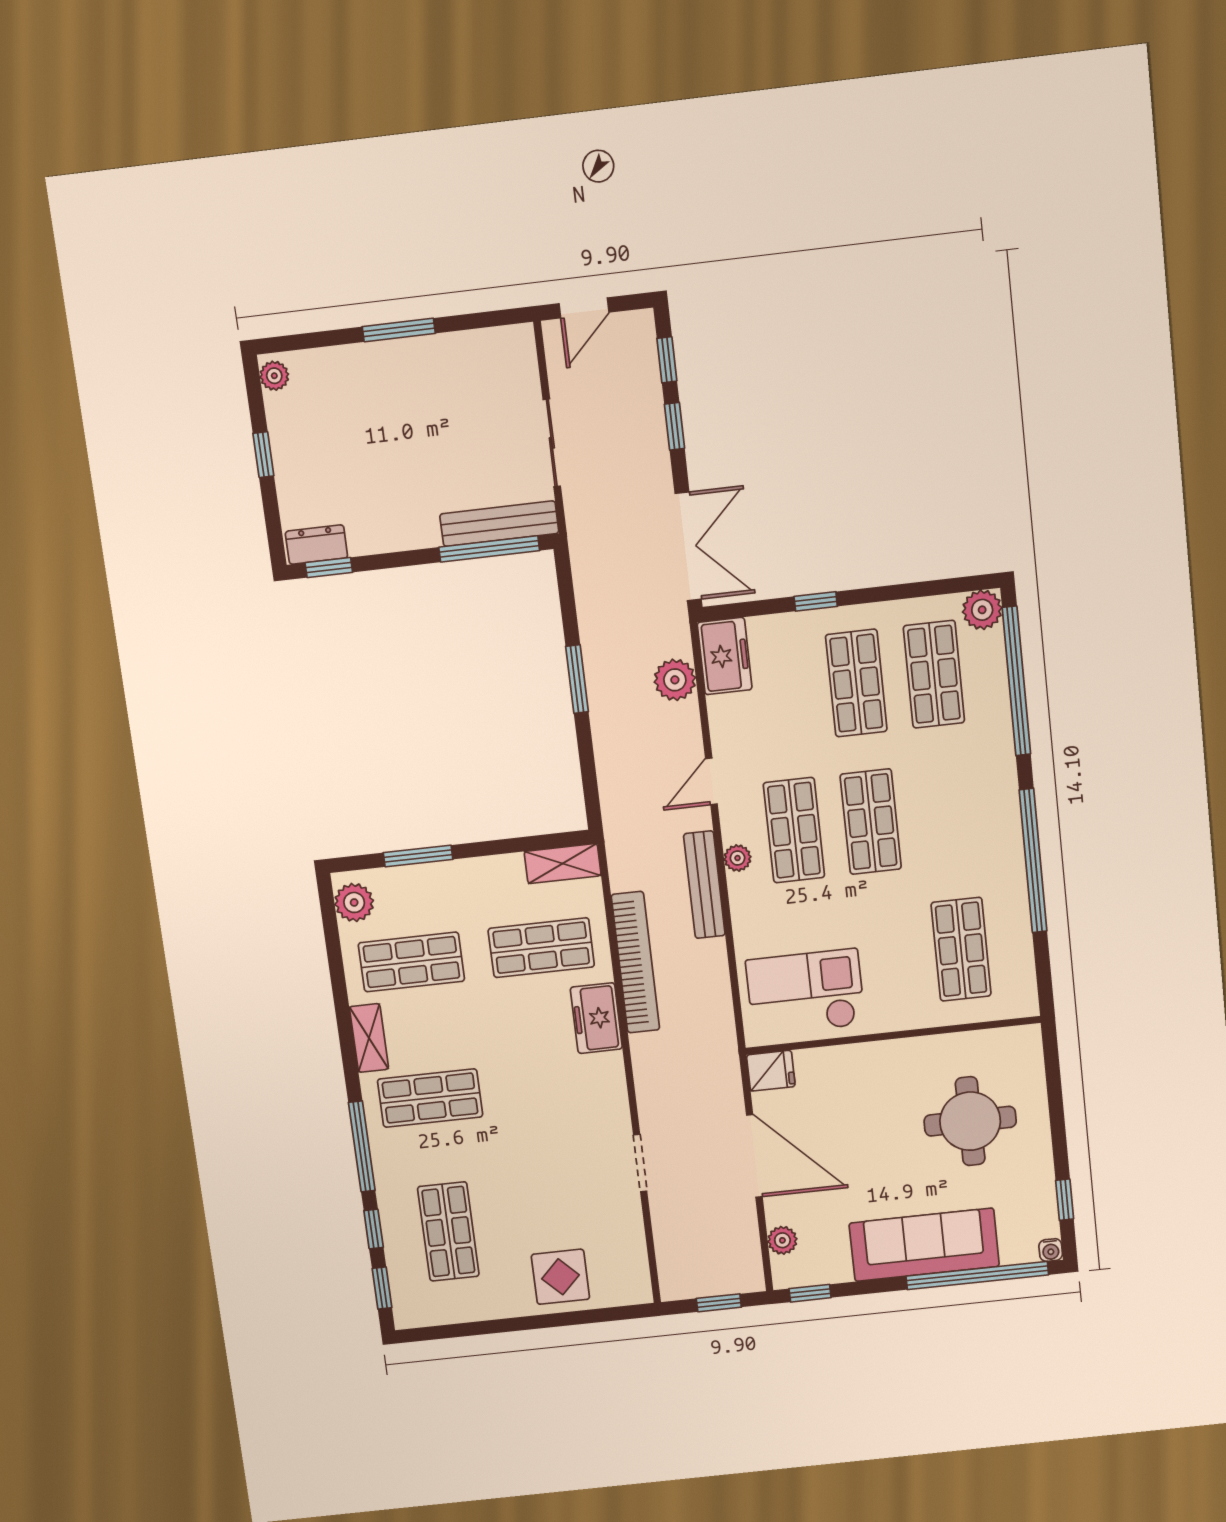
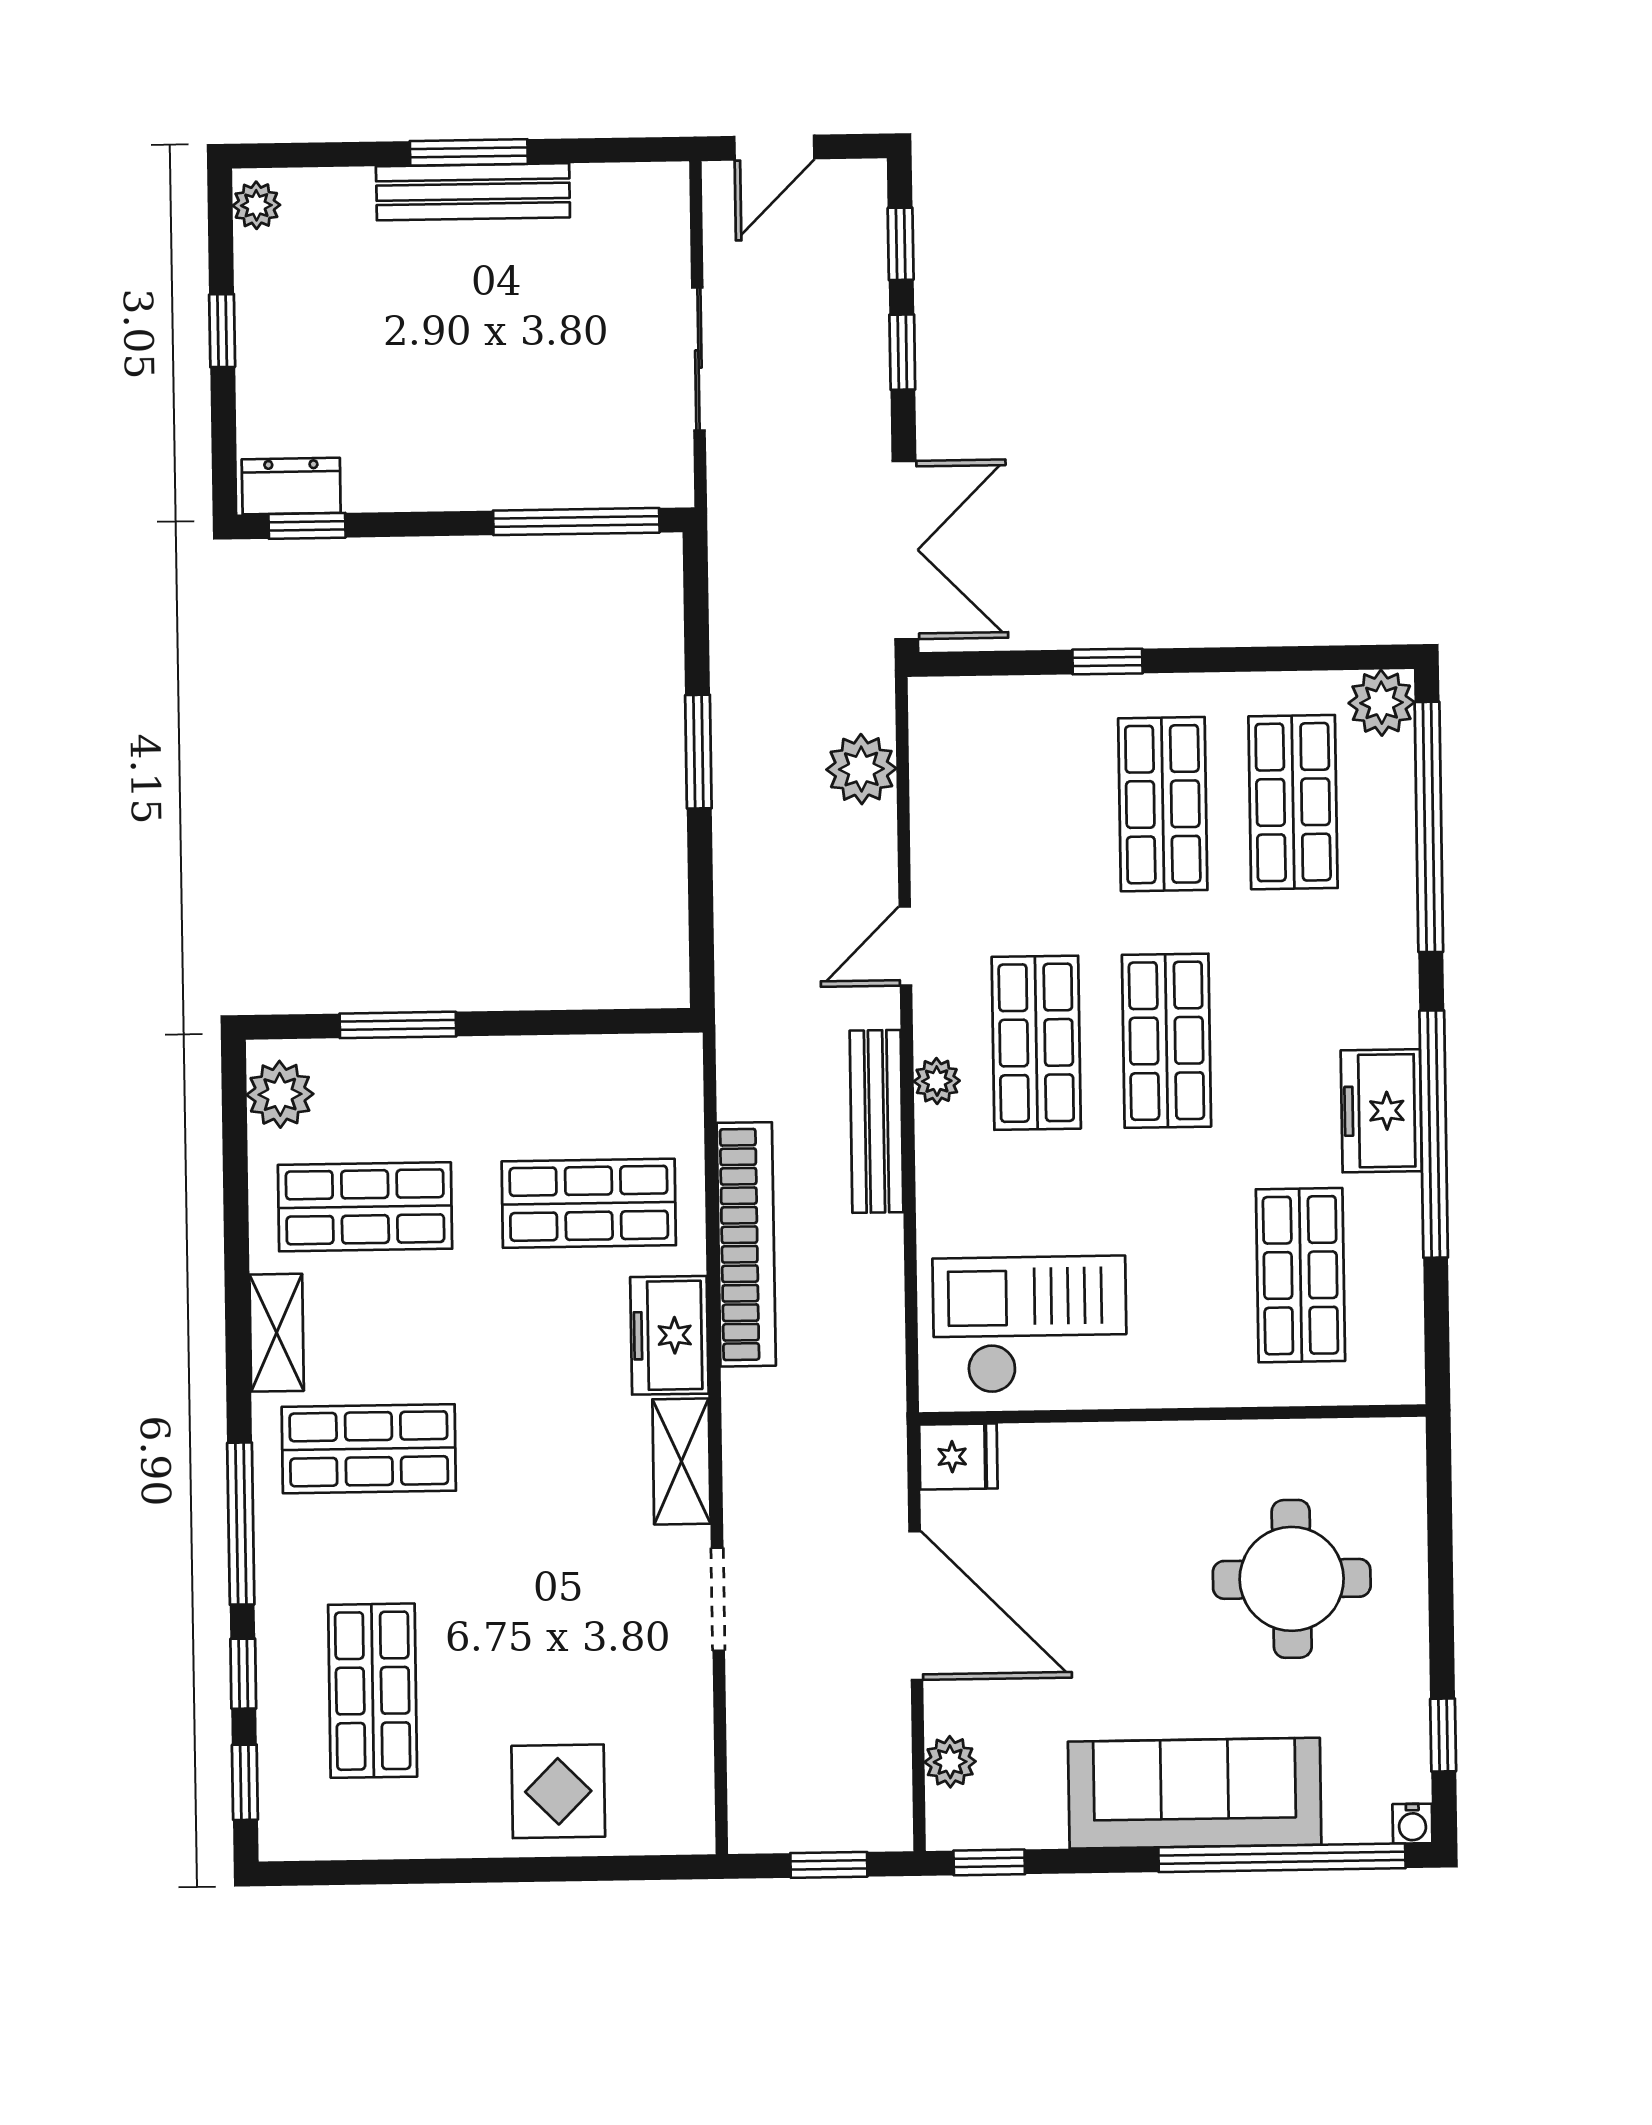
bench: (499, 524) -> (473, 192), moved
freezer: (725, 656) -> (1381, 1111), moved, turned 180
shelving: (563, 864) -> (681, 1461), moved, turned 90

